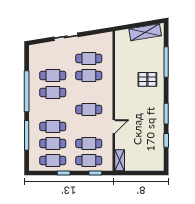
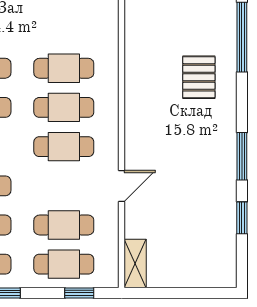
cafe table: (89, 58) -> (64, 107), moved
pallet: (147, 79) -> (199, 77), turned 90

